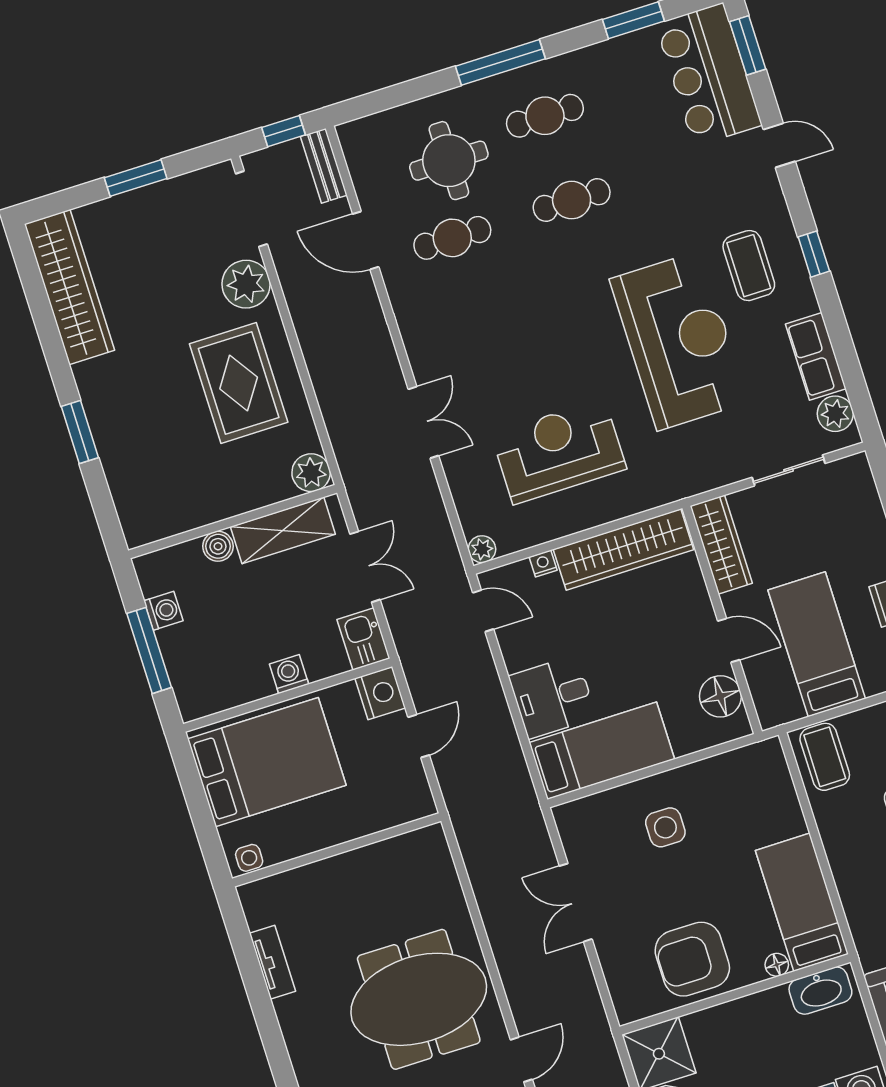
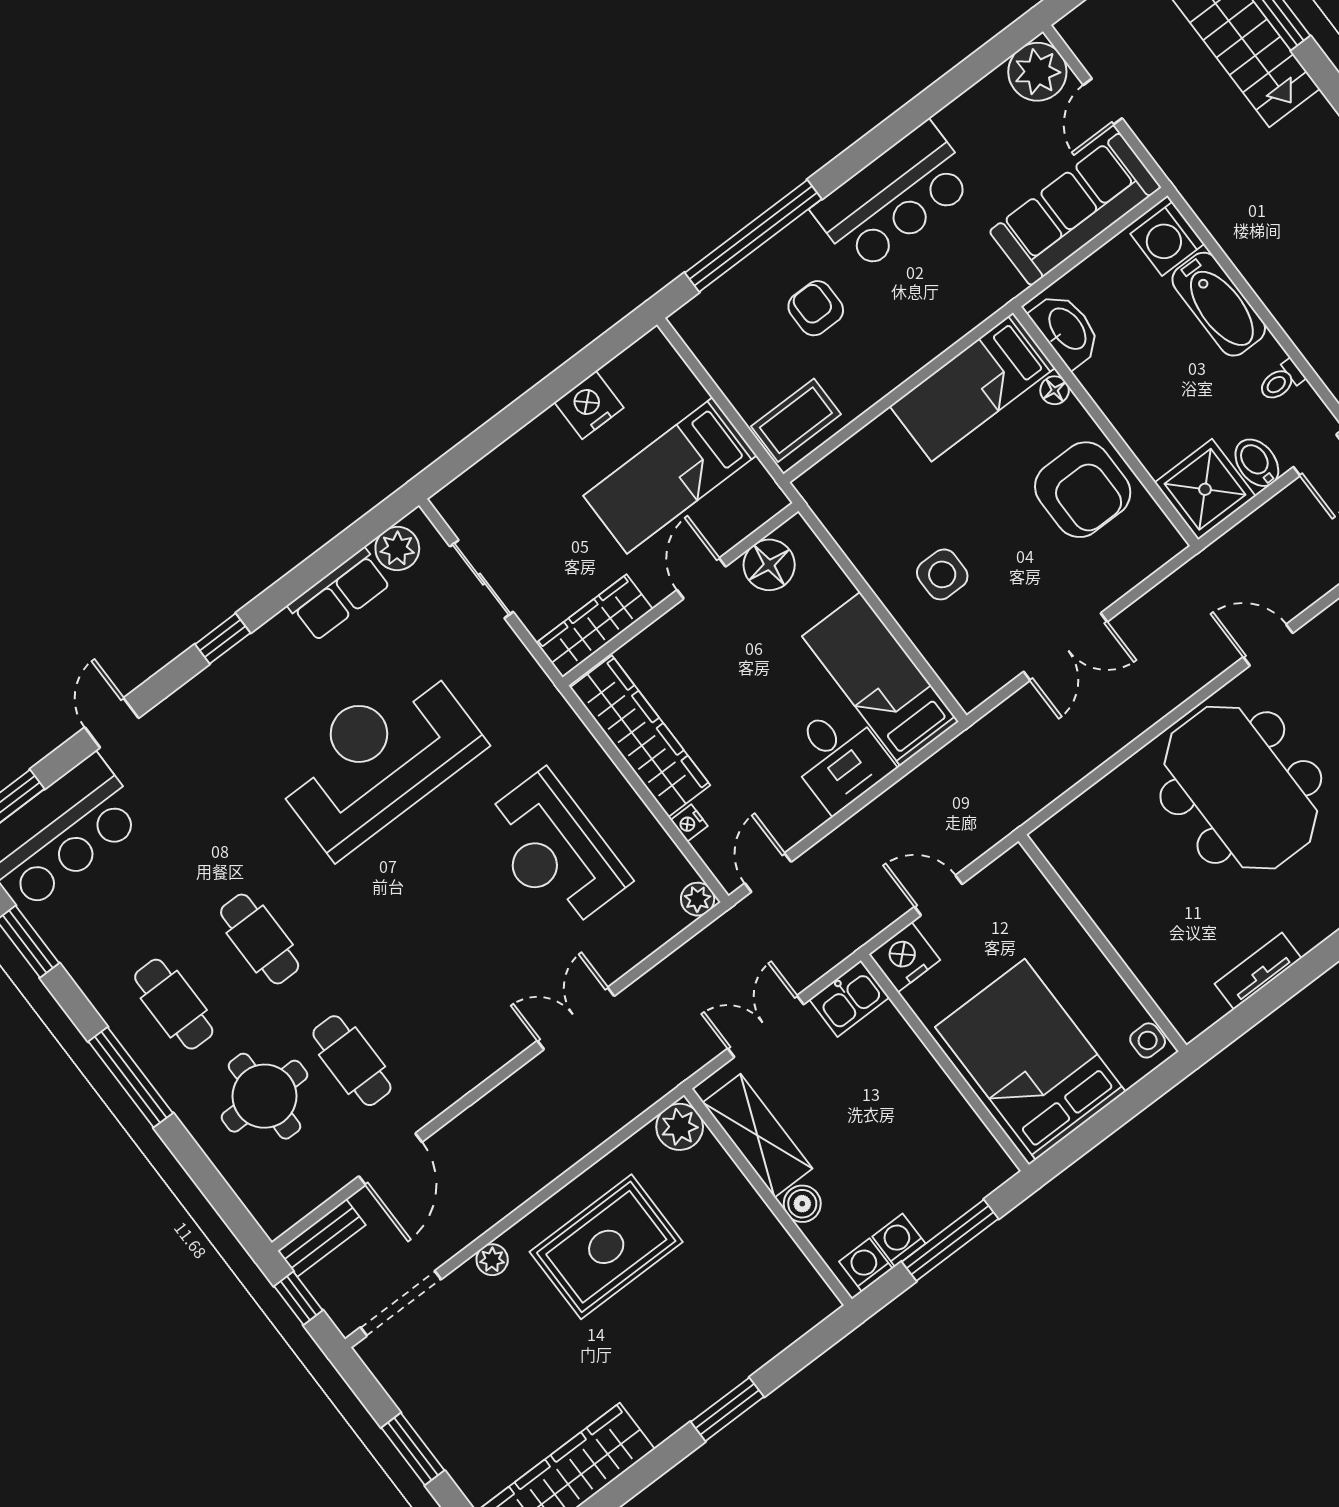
coffee table: (749, 266) -> (262, 709), removed
plant: (246, 284) -> (492, 1260), width x0.53, depth x0.53
washing machine: (289, 674) -> (866, 1265), moved, turned 90

